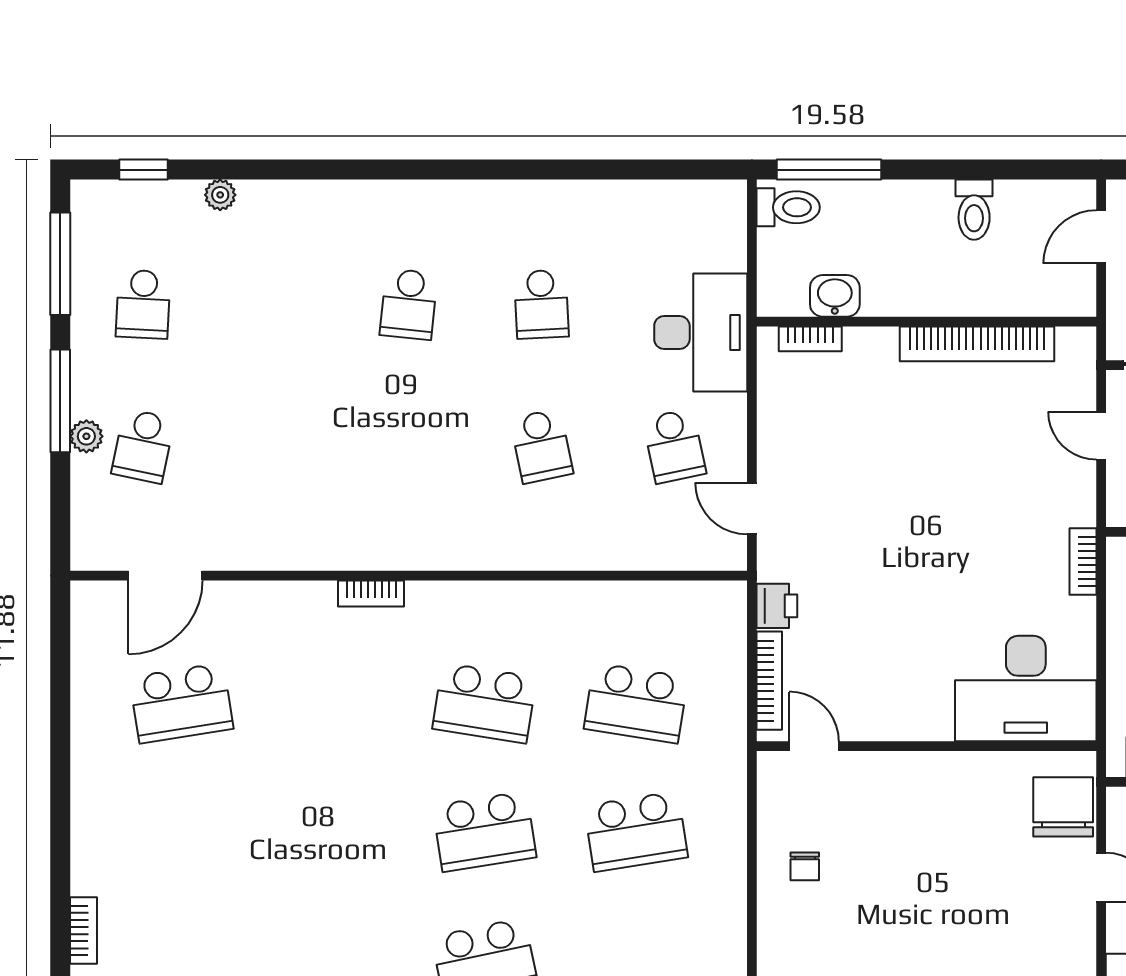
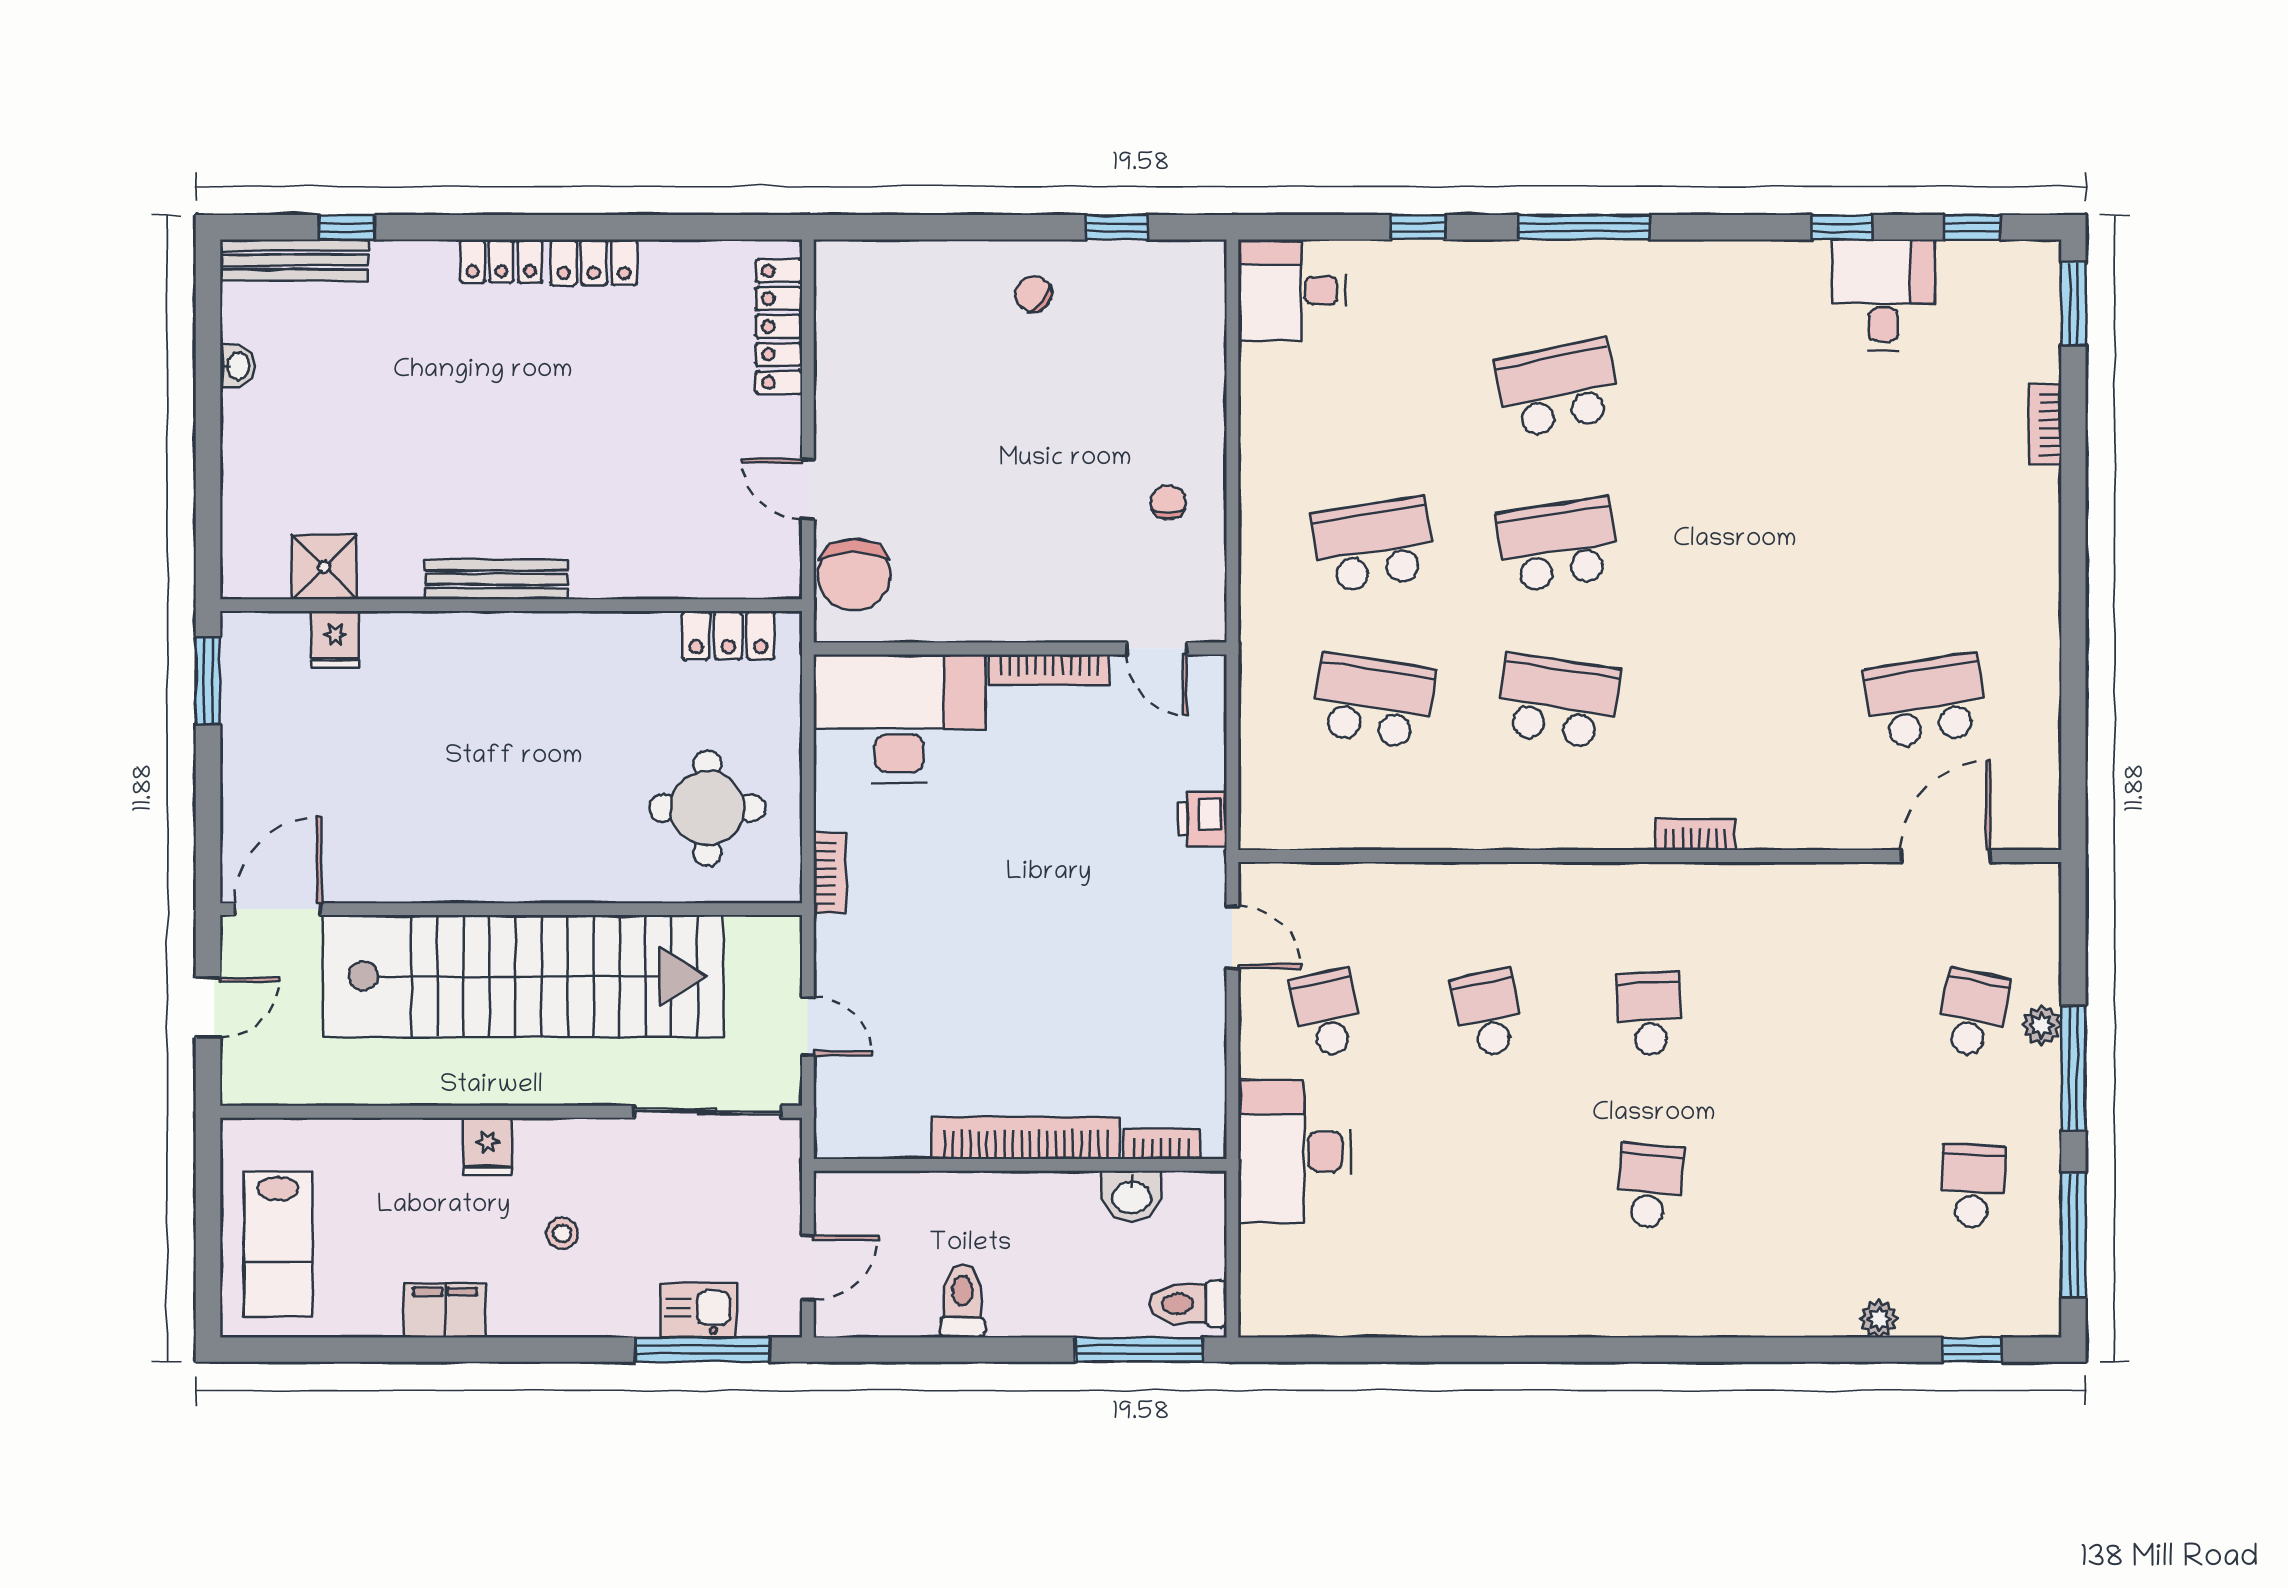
school desk: (541, 304) -> (1650, 1013), moved
bookcase: (977, 344) -> (1026, 1138), moved
bookcase: (769, 681) -> (1049, 670), moved, turned -90

